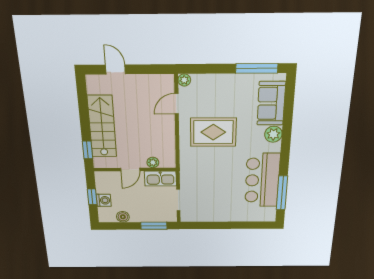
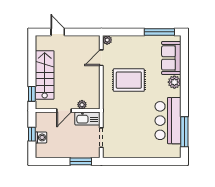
boiler: (123, 217) -> (56, 153), removed

